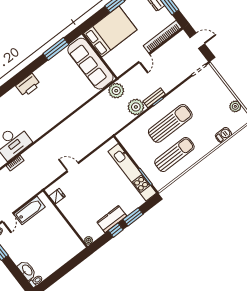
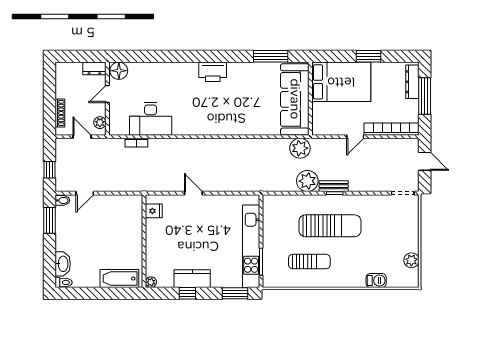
sun lounger: (174, 154) -> (309, 262), width x0.73, depth x0.75
bathtub: (29, 211) -> (119, 279), moved, turned 180
window: (133, 217) -> (235, 293), moved

